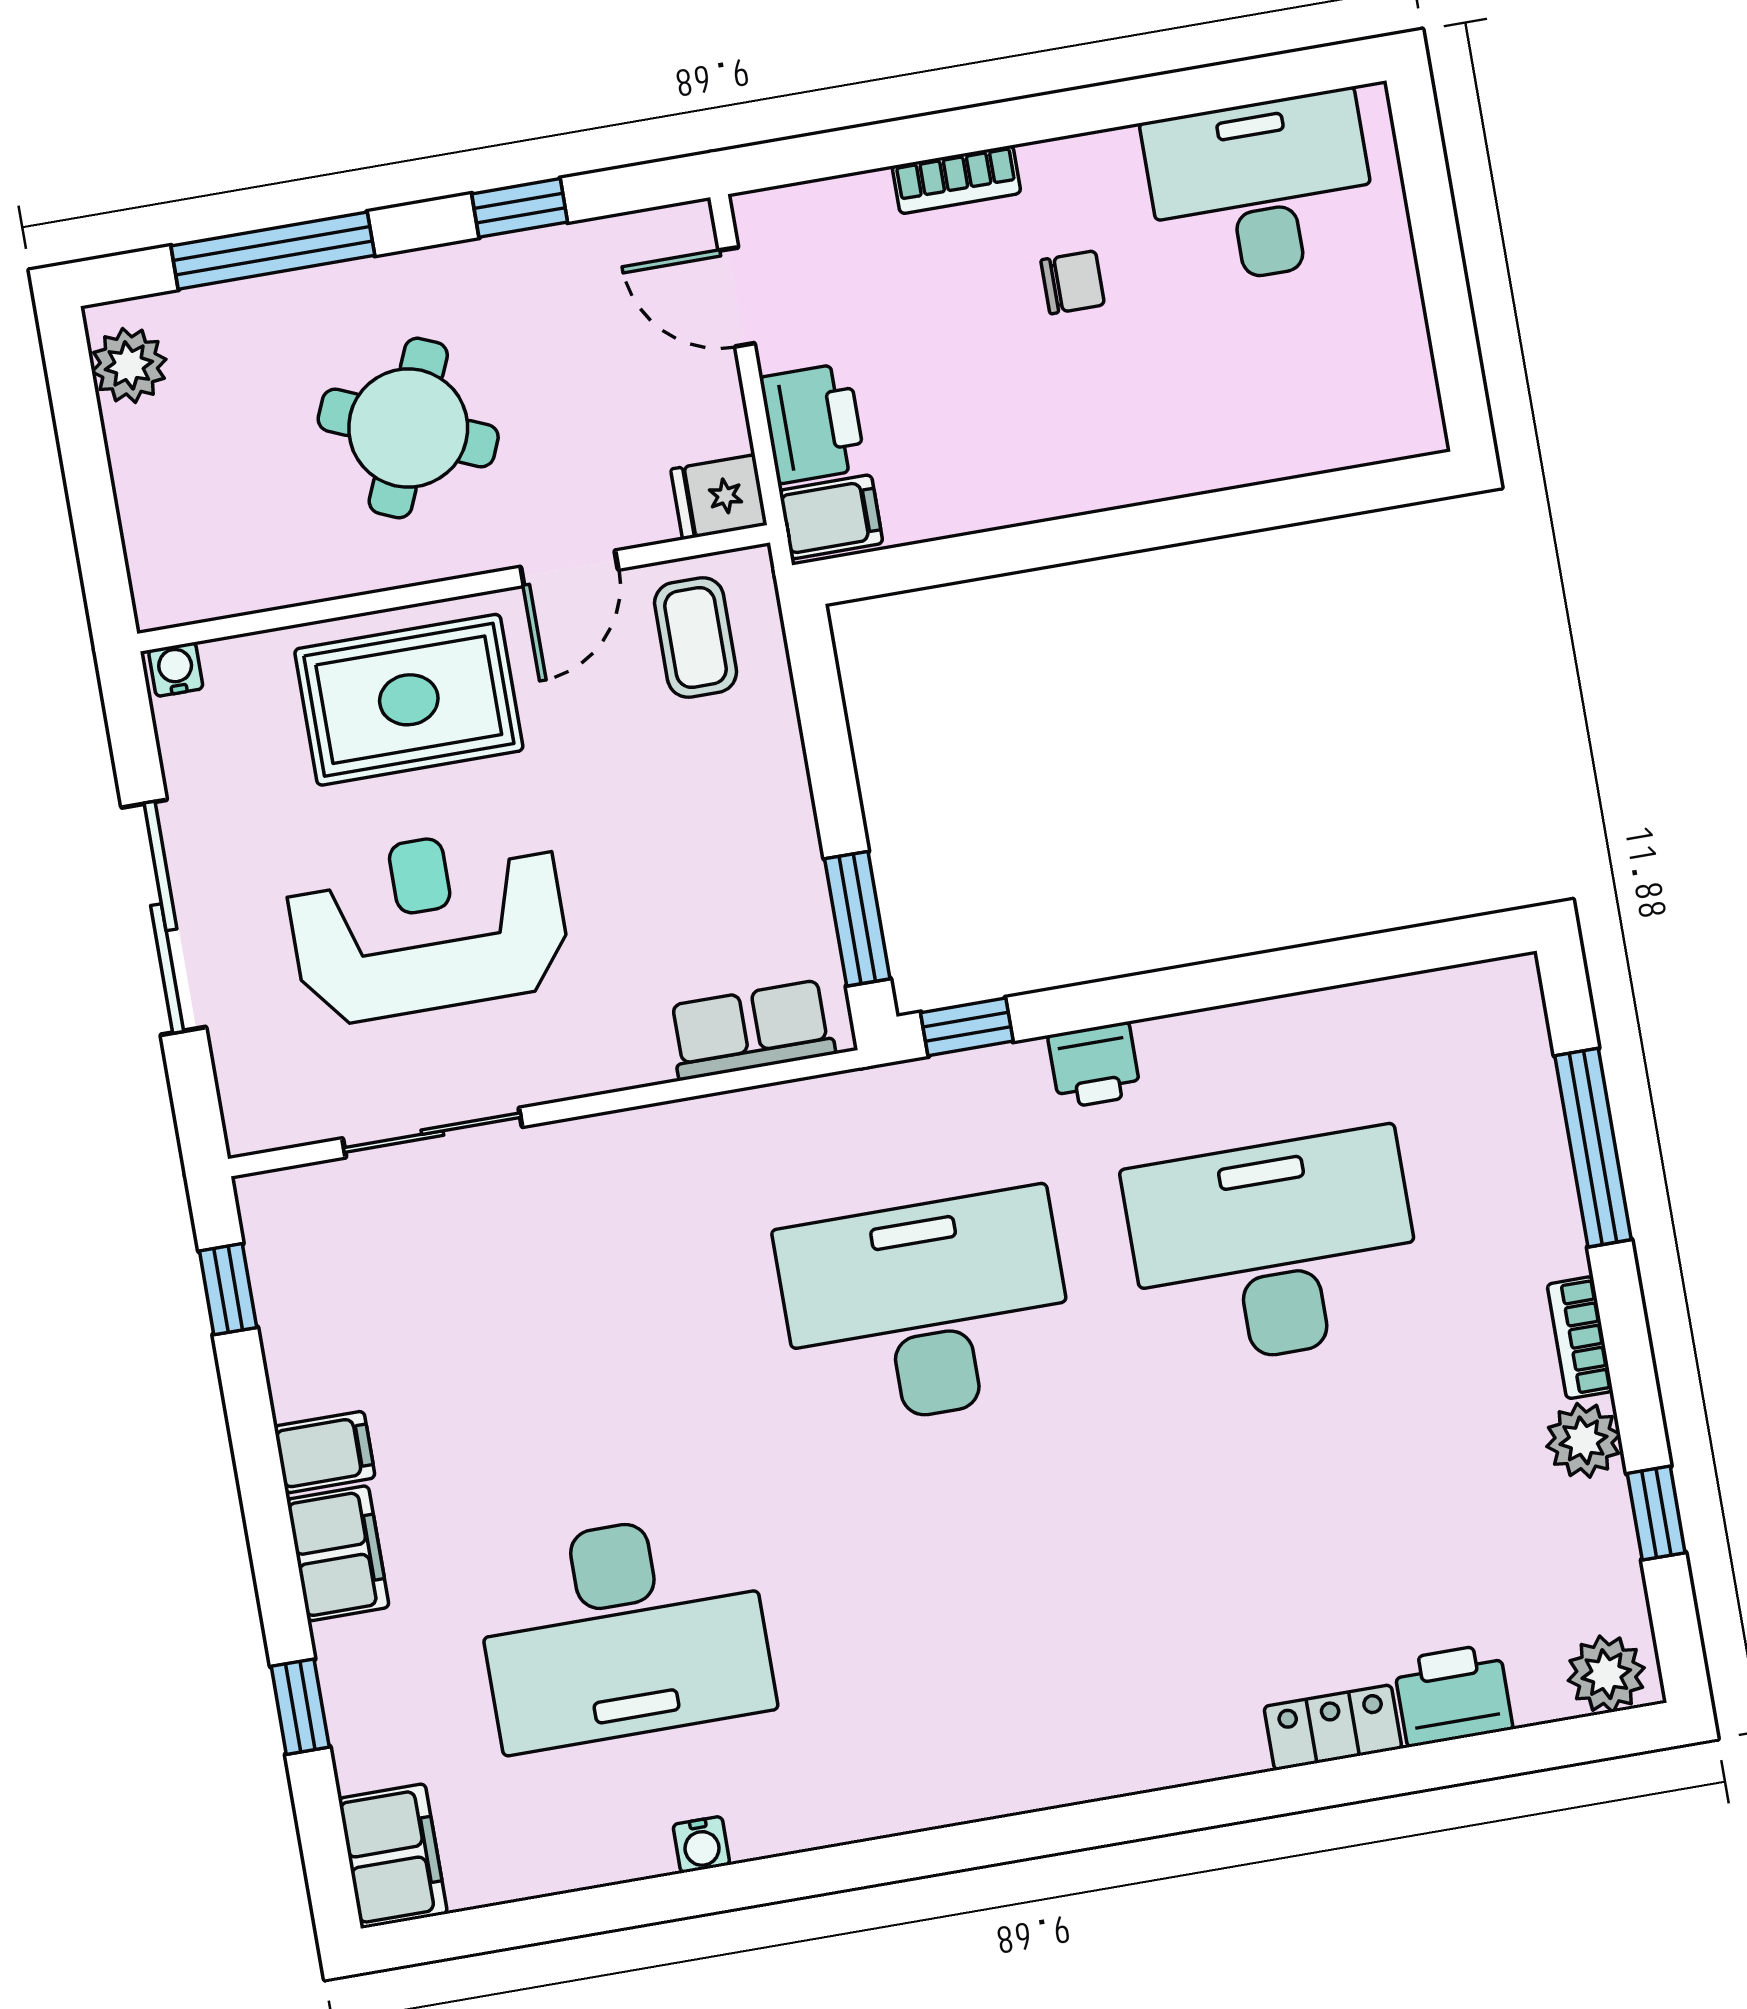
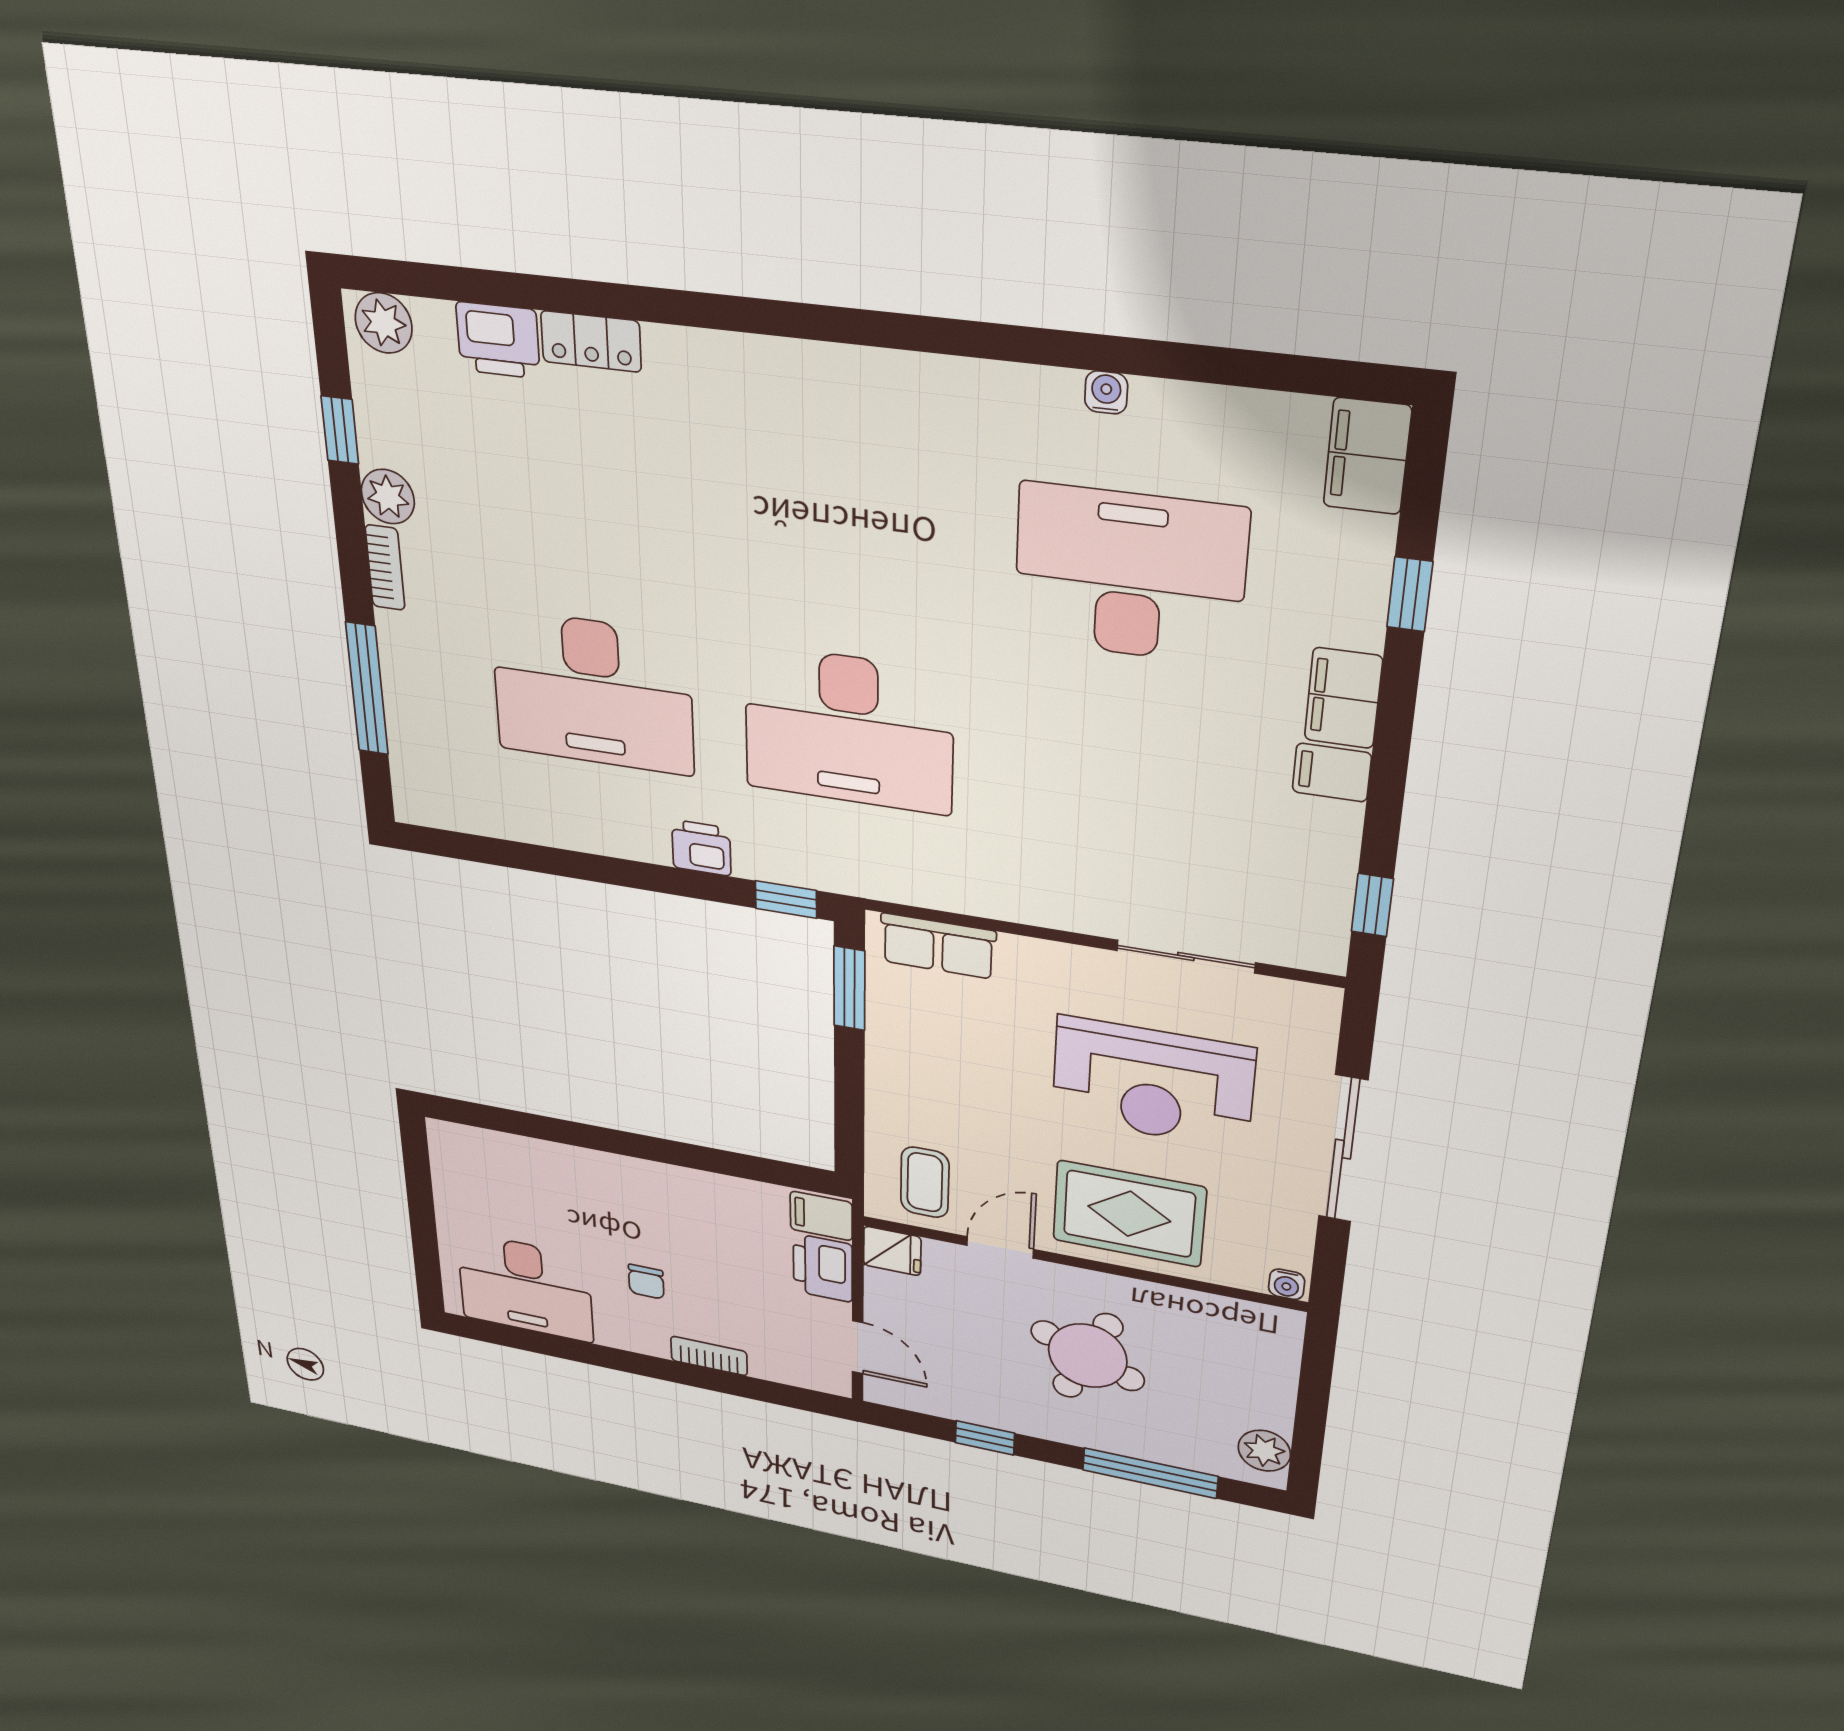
chair: (1073, 282) -> (646, 1282), turned -90

